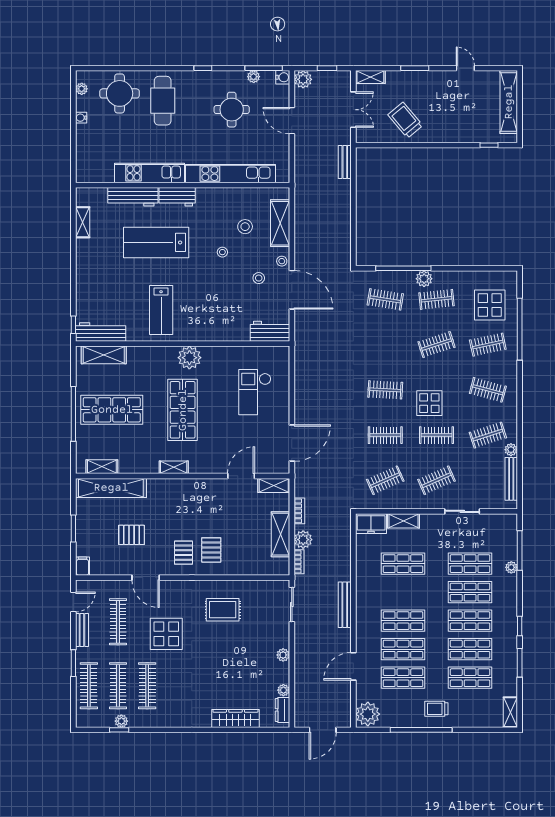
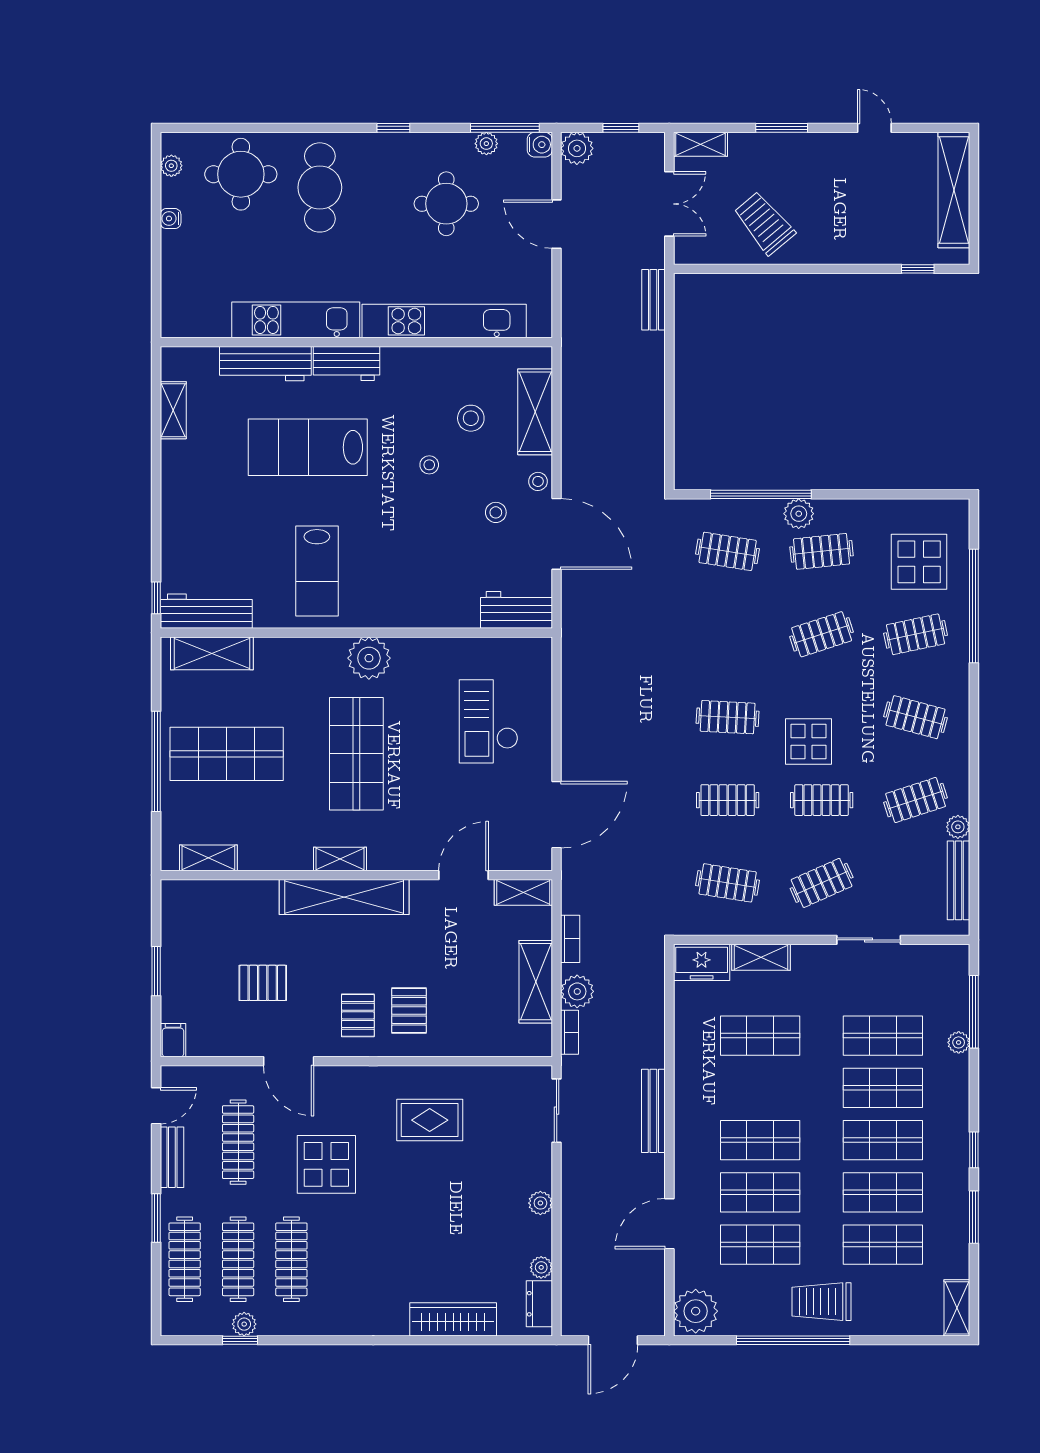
clothes rail: (385, 480) -> (728, 883), turned 33
shelving: (111, 488) -> (344, 897), moved
trolley: (436, 709) -> (821, 1302), width x1.36, depth x1.39

